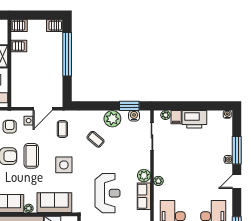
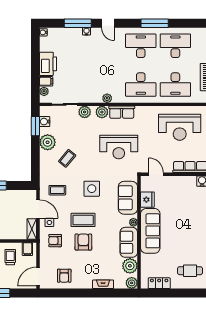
shelving: (22, 102) -> (32, 229), added
plant: (144, 157) -> (85, 112), added
reception desk: (107, 193) -> (119, 147), turned 180

